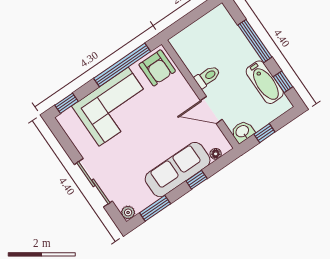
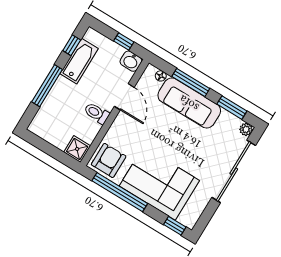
shower: (182, 43) -> (77, 149), added
window: (197, 180) -> (191, 82), width x2.17
sliding door: (93, 183) -> (234, 171), width x1.36

